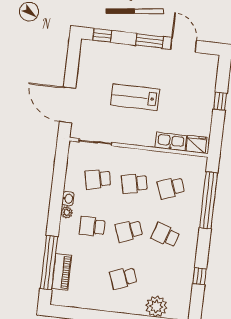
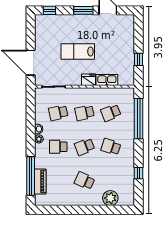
window: (220, 101) -> (138, 59), moved
fridge: (196, 144) -> (88, 80), moved
school desk: (123, 278) -> (85, 181), turned 45

